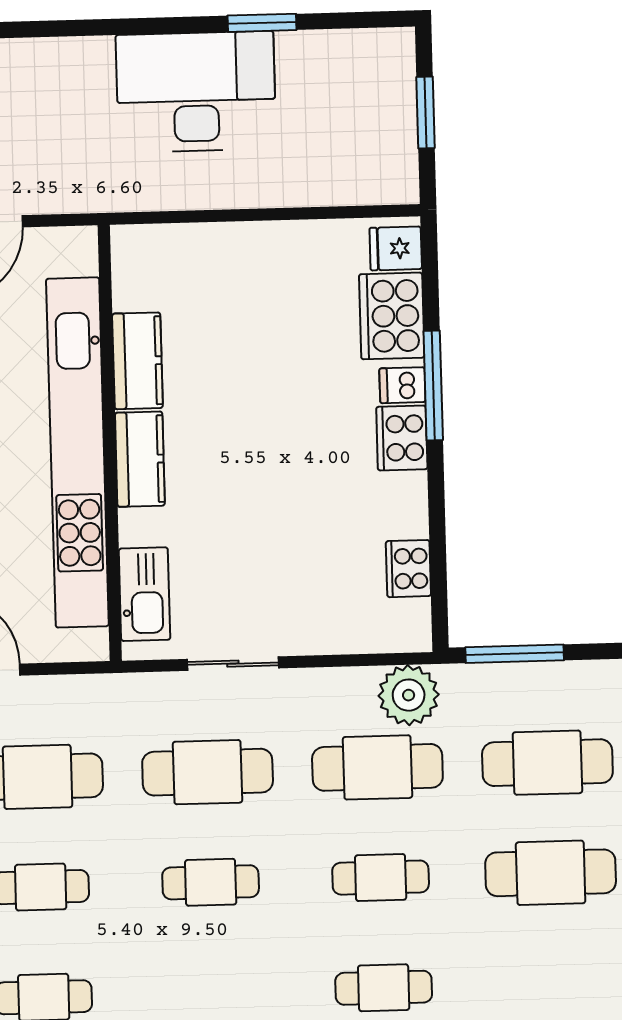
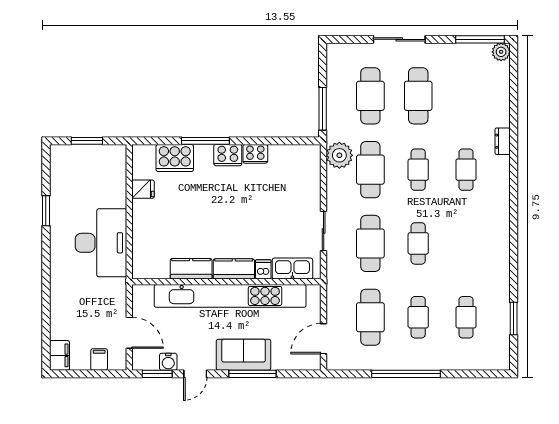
desk: (196, 92) -> (101, 243), moved, turned 180
fridge: (396, 248) -> (143, 189), moved, turned -90
dishwasher: (402, 385) -> (263, 269), moved, turned 180
cooker: (408, 569) -> (255, 154), moved

